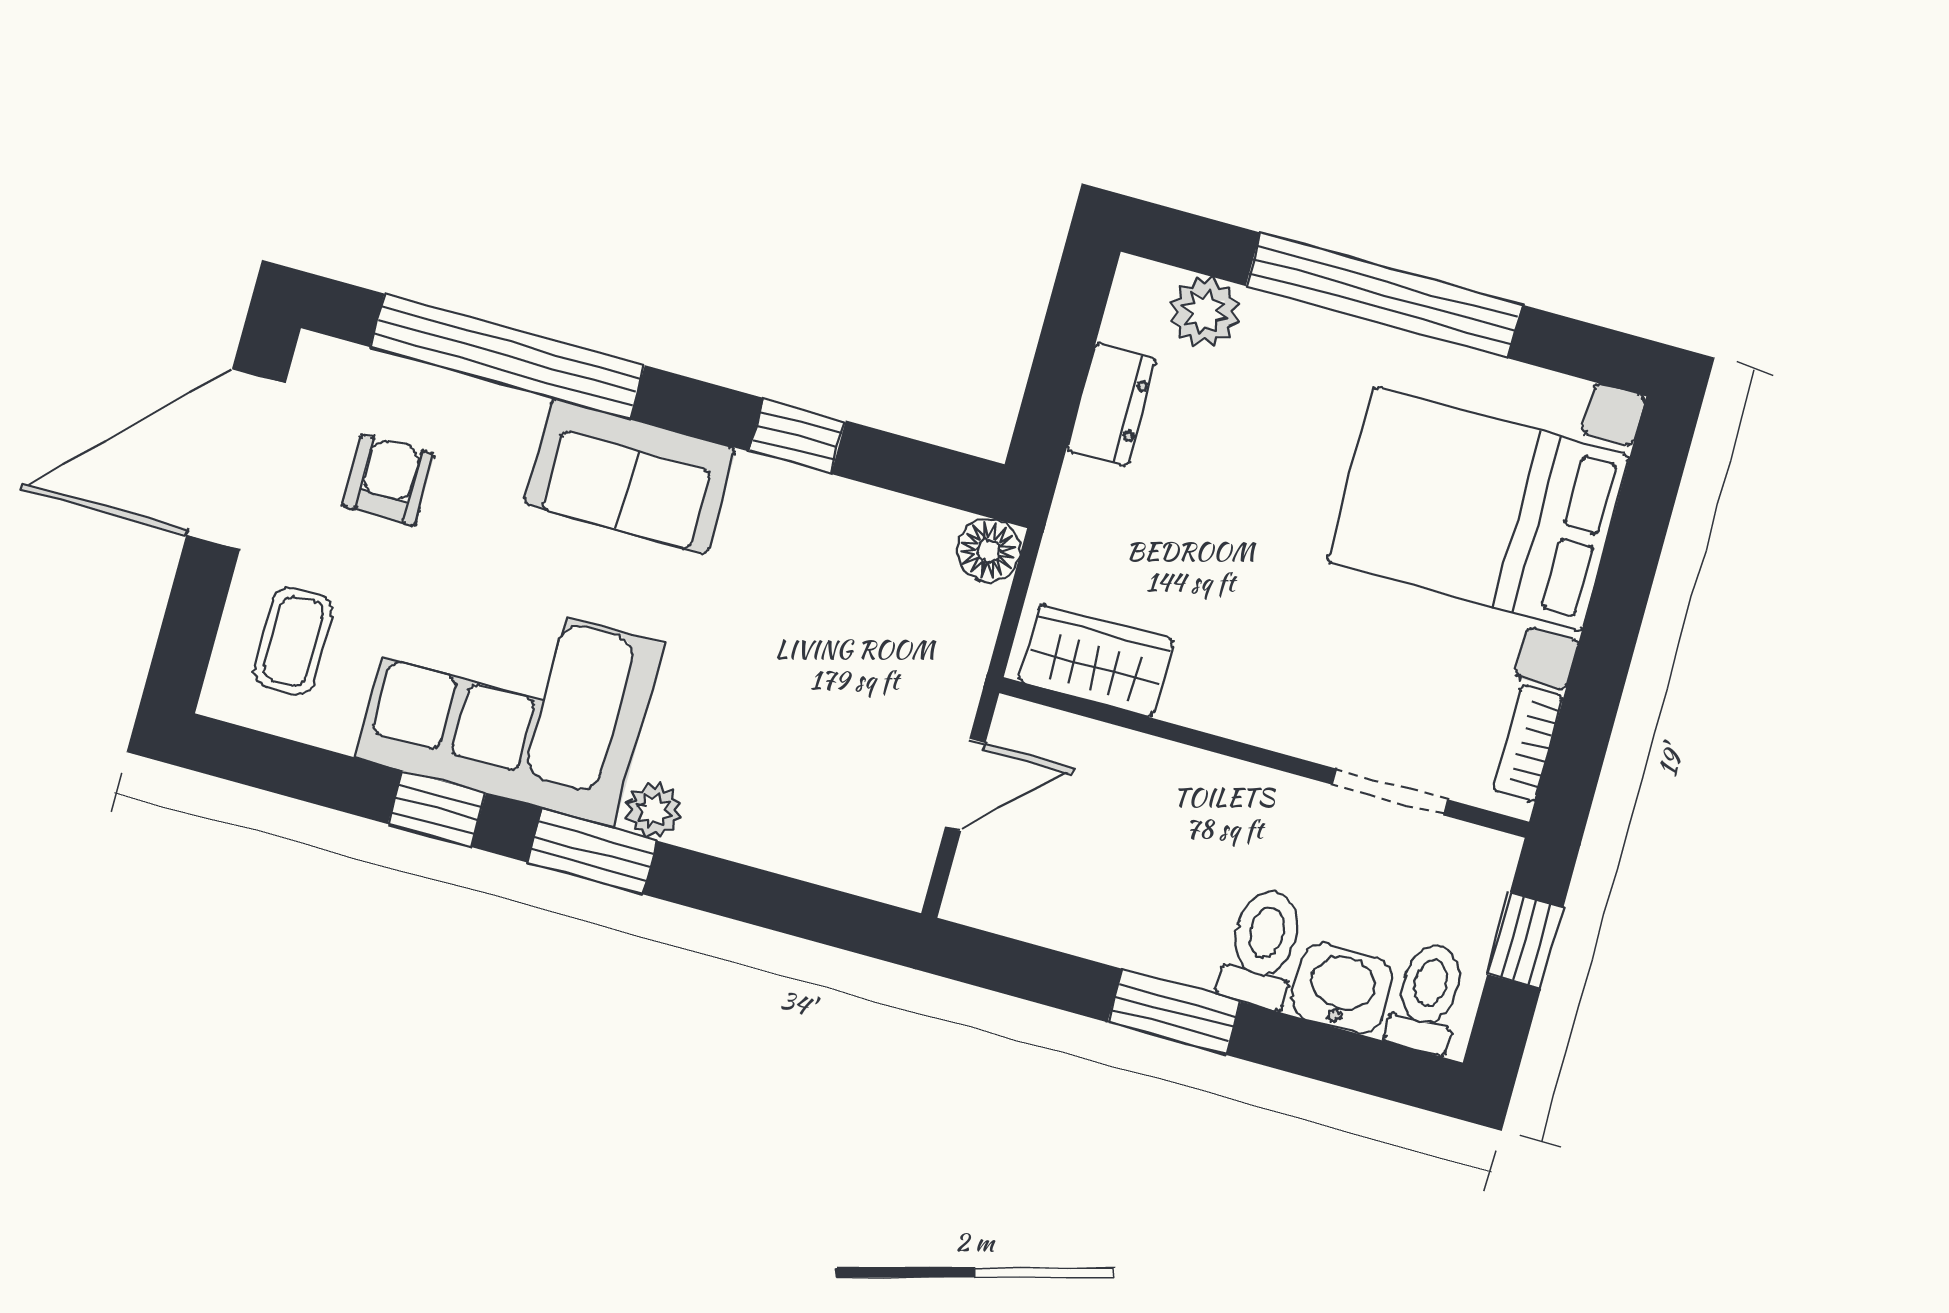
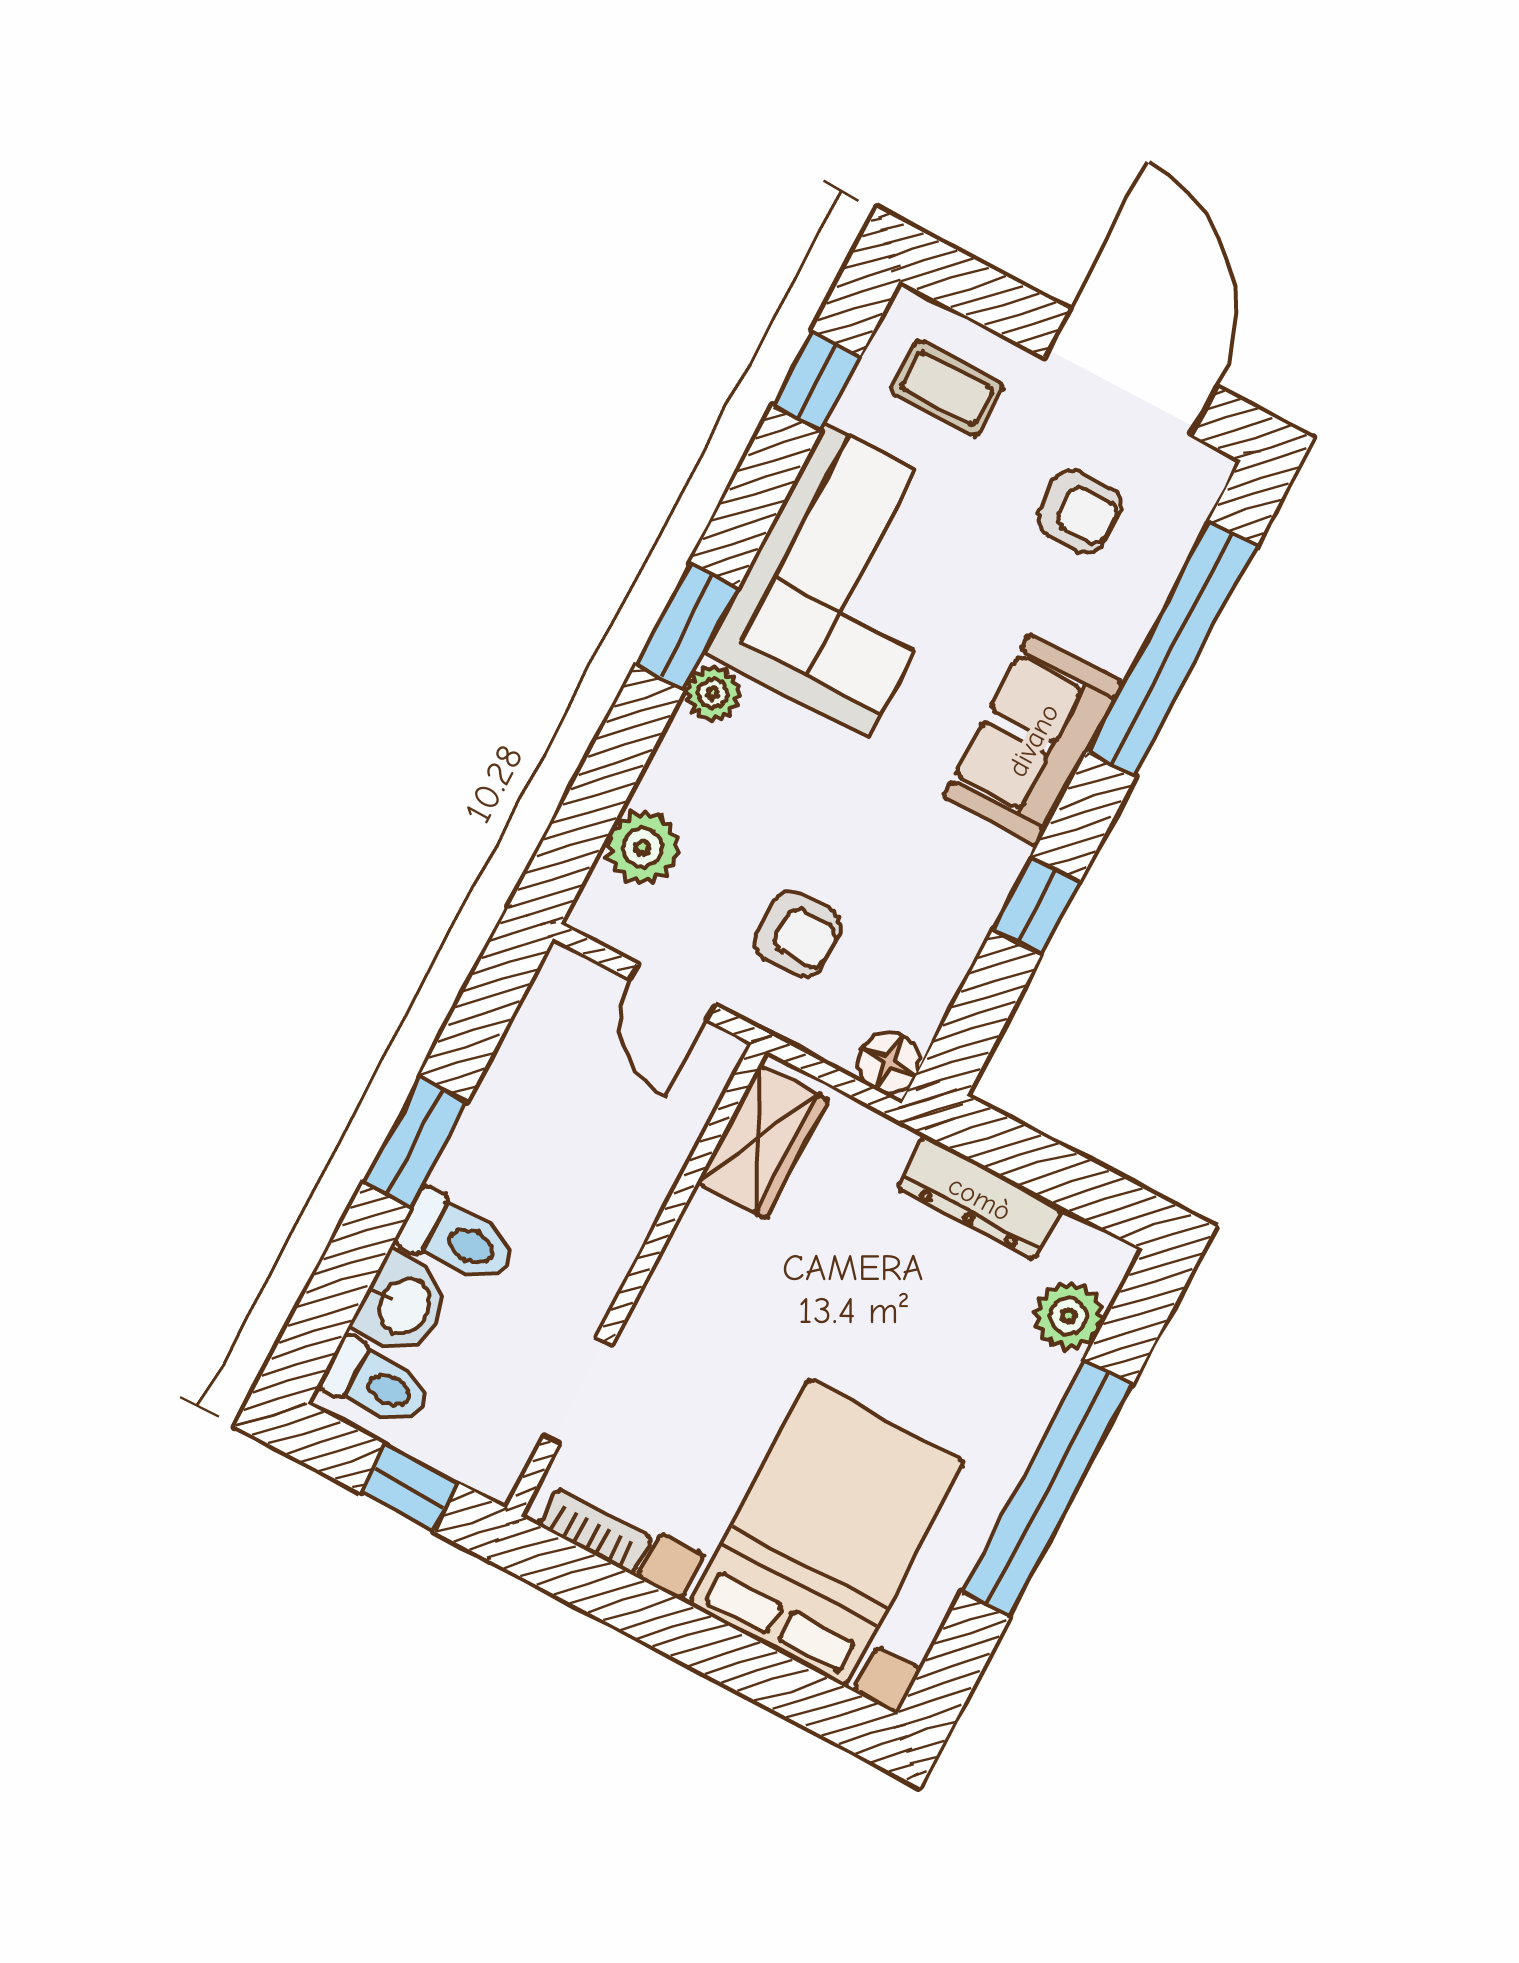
dresser: (1111, 405) -> (980, 1198), width x1.44
armchair: (879, 671) -> (797, 934), added
window: (437, 809) -> (816, 381), moved
plant: (825, 847) -> (643, 847), added

